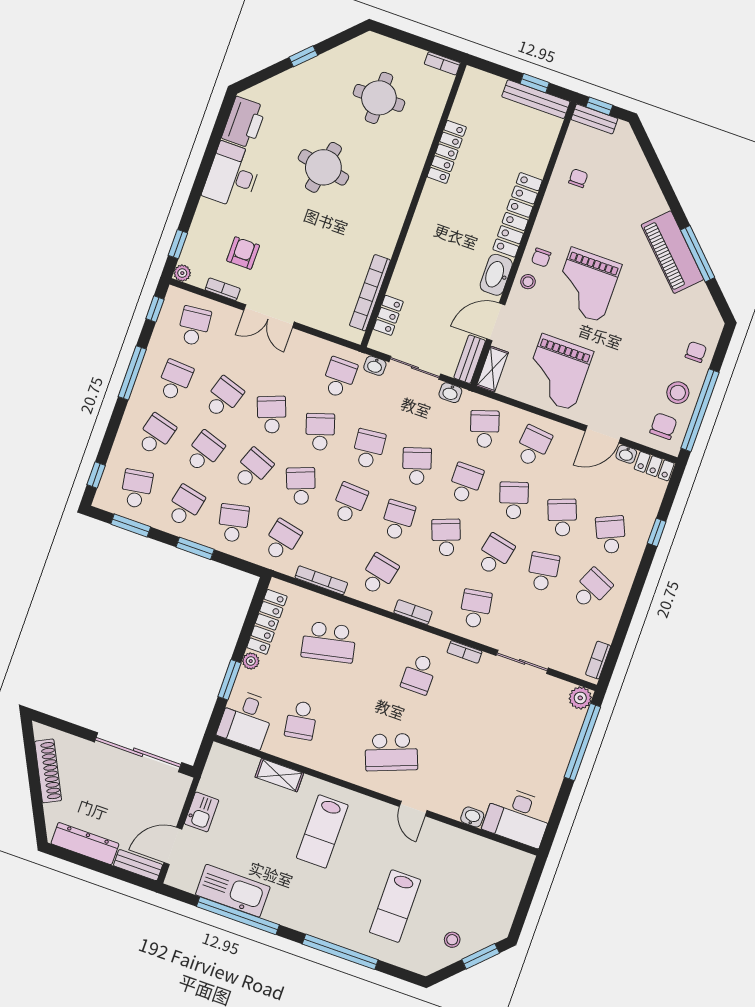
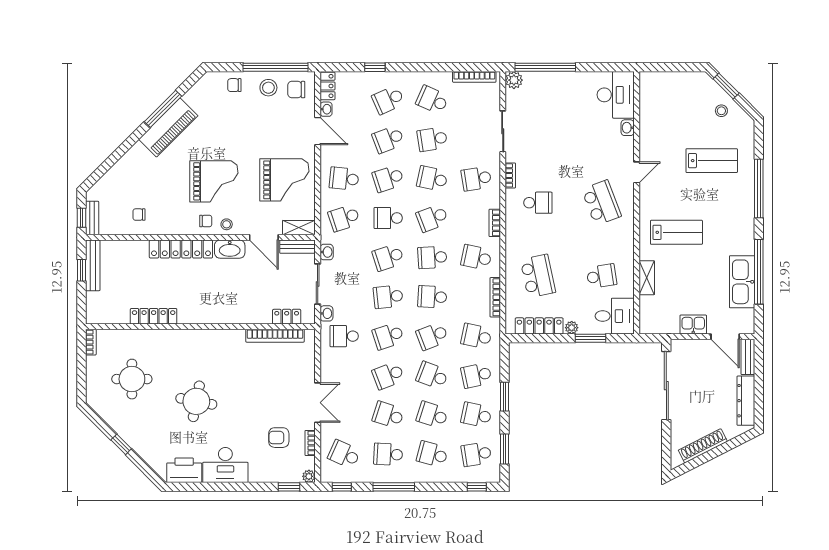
school desk: (194, 326) -> (344, 454), turned 30
bookcase: (598, 660) -> (474, 77), width x1.56

